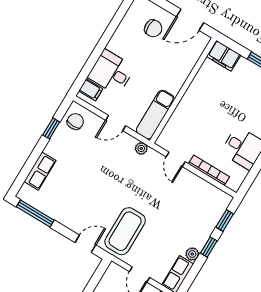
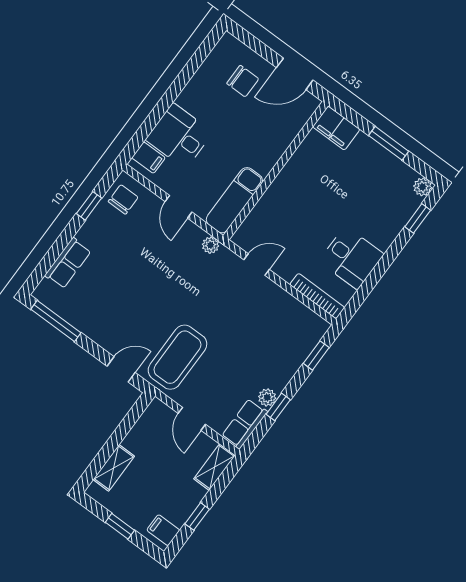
door: (116, 123) -> (179, 207), hinge flipped
door: (176, 159) -> (257, 265), swing flipped
bookcase: (209, 170) -> (317, 296), moved
window: (209, 247) -> (278, 407), moved

